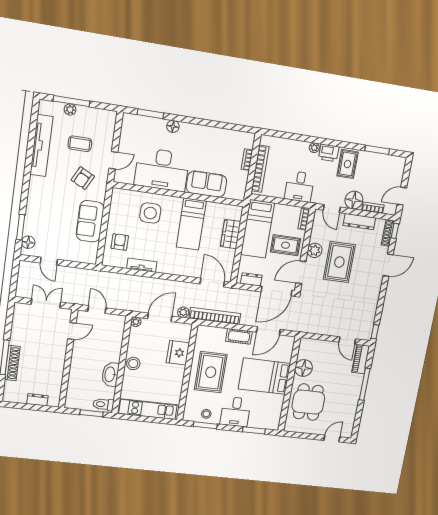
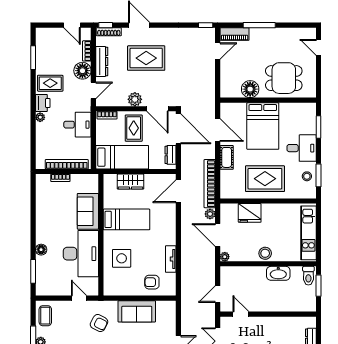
coffee table: (80, 144) -> (45, 316), moved
rug: (339, 262) -> (146, 58), moved

